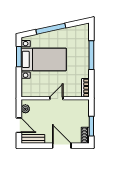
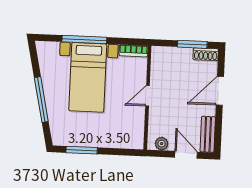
bed with nightstands: (44, 59) -> (88, 77), moved, turned 180
door: (56, 98) -> (148, 96), hinge flipped
door: (19, 125) -> (186, 155), hinge flipped

